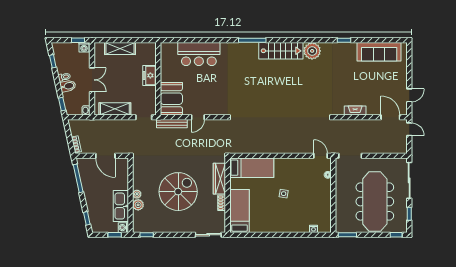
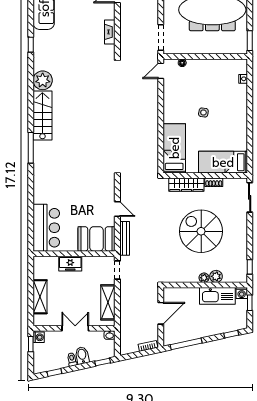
bar counter: (199, 54) -> (46, 228), moved

